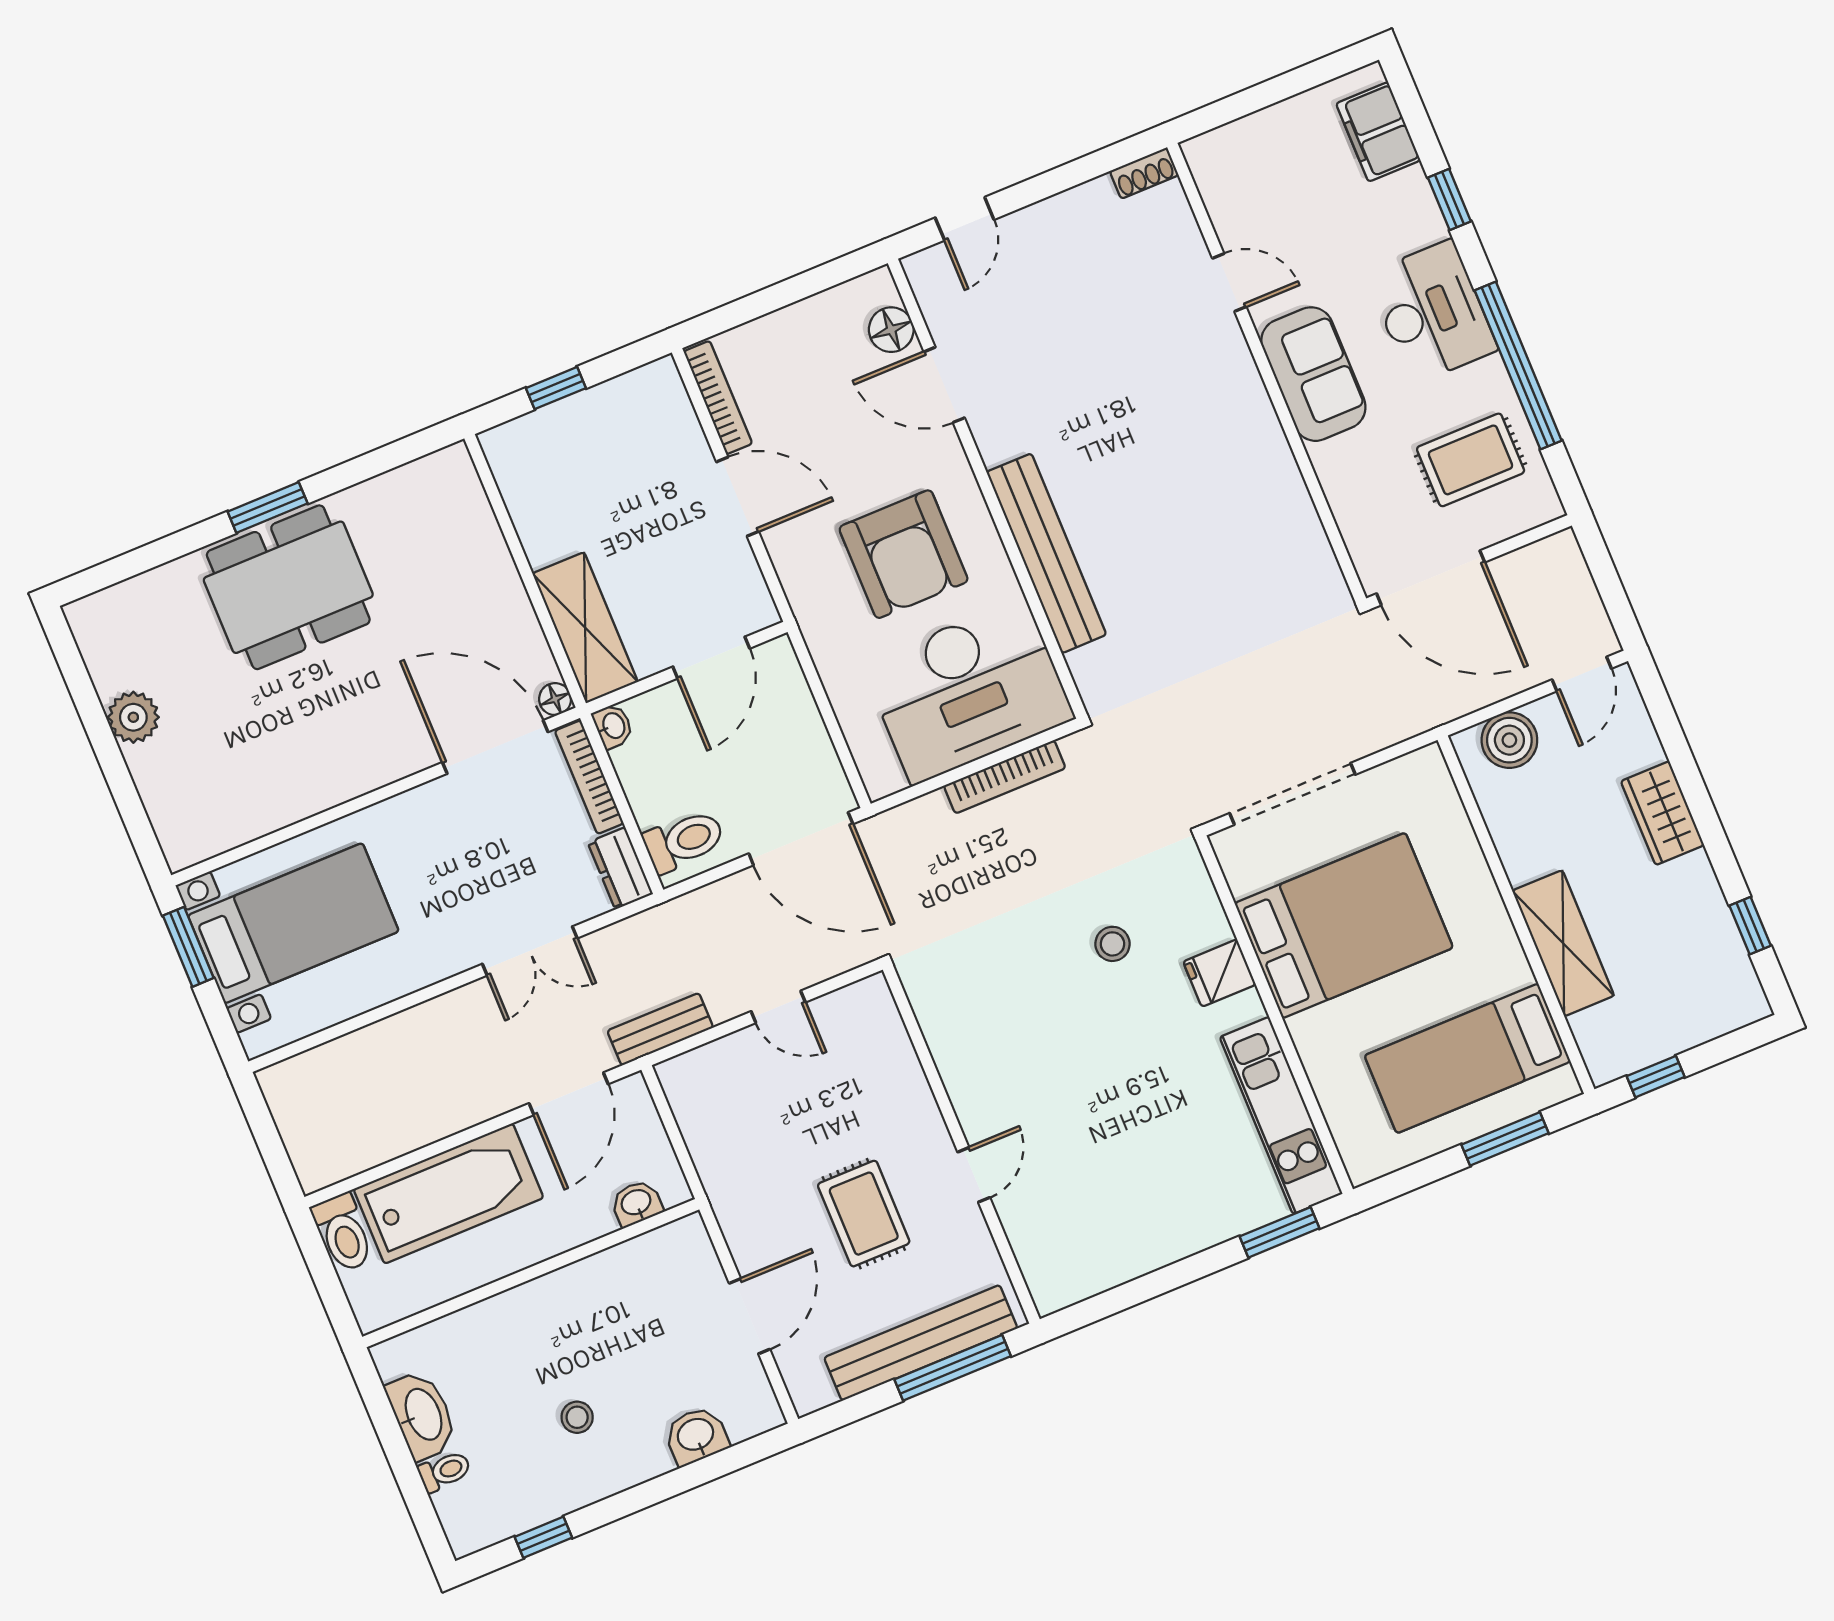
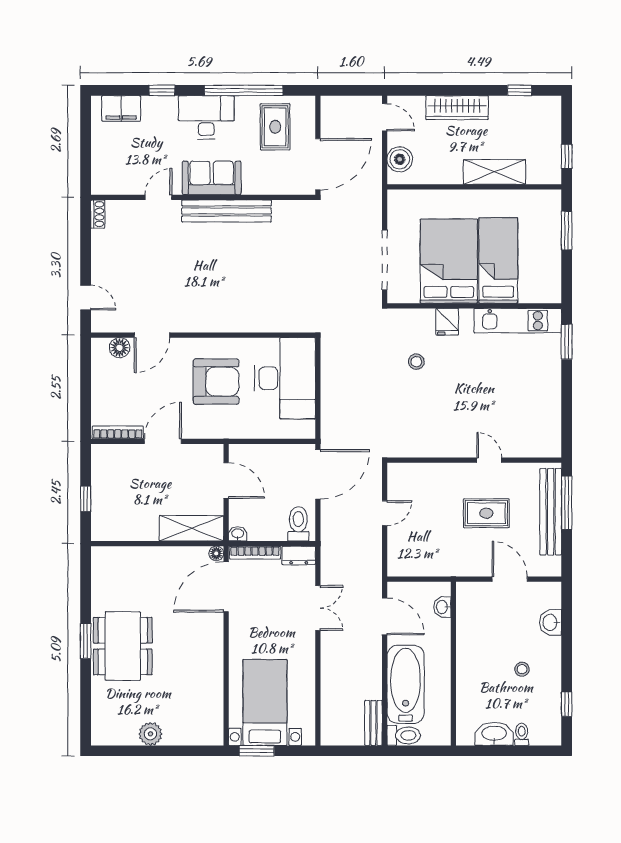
bench: (1046, 553) -> (227, 211), moved
bookcase: (1005, 777) -> (327, 378), removed
wardrobe: (1662, 813) -> (457, 108), width x1.50
bench: (660, 1029) -> (373, 723), moved
bed: (1468, 1058) -> (498, 260), moved, turned 180

